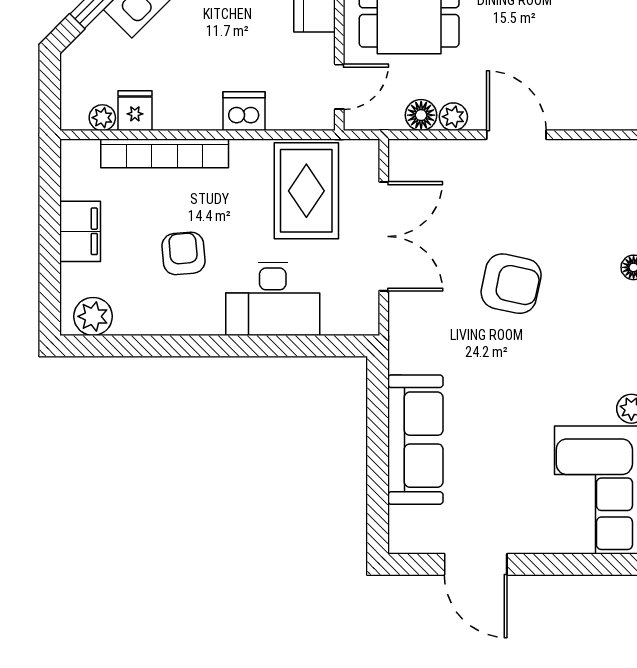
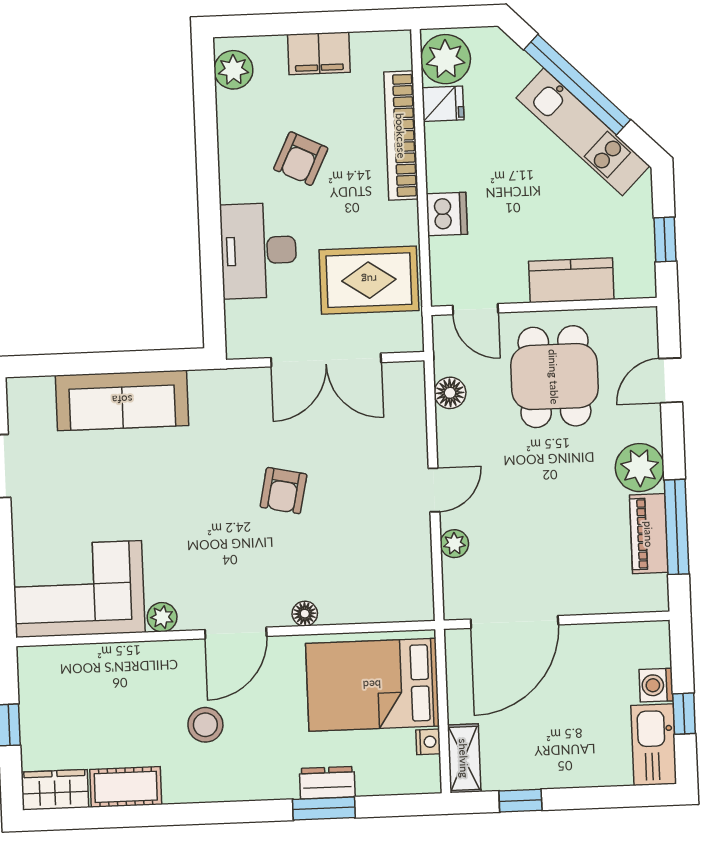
plant: (453, 117) -> (454, 544), moved
plant: (102, 118) -> (446, 59), width x1.88, depth x1.88
door: (516, 135) -> (434, 490), width x0.73
armchair: (183, 253) -> (301, 159), turned 121
armchair: (511, 284) -> (283, 491), width x0.72, depth x0.72

